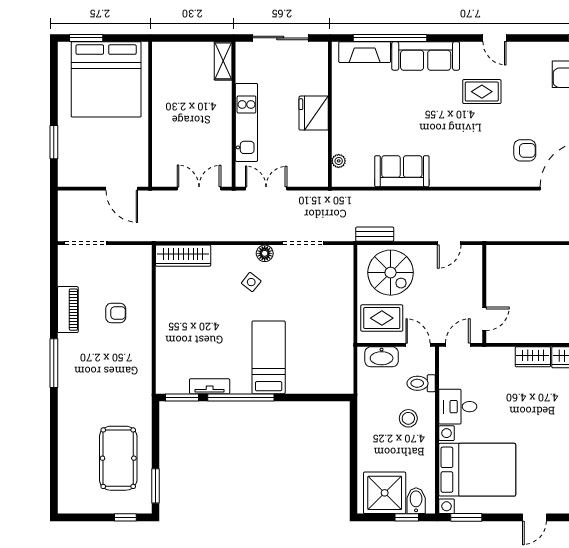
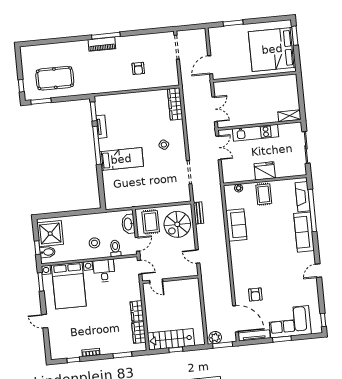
rug: (482, 92) -> (264, 194), moved
floor lamp: (265, 253) -> (181, 151), removed
piano: (68, 310) -> (102, 44), moved

